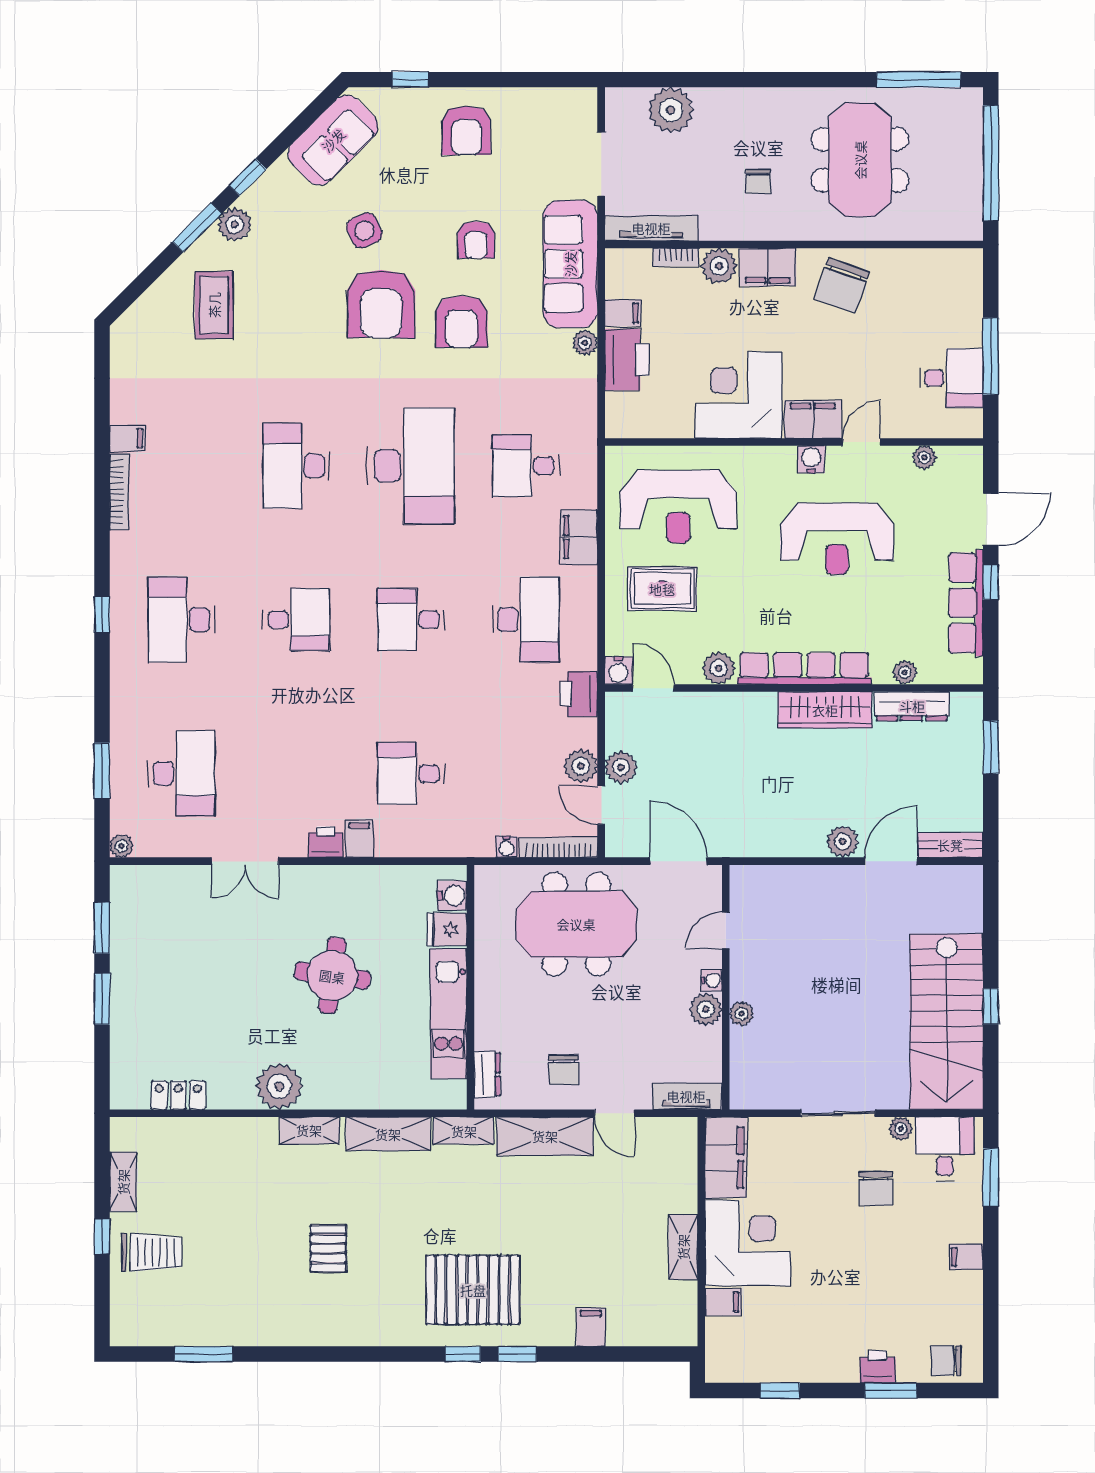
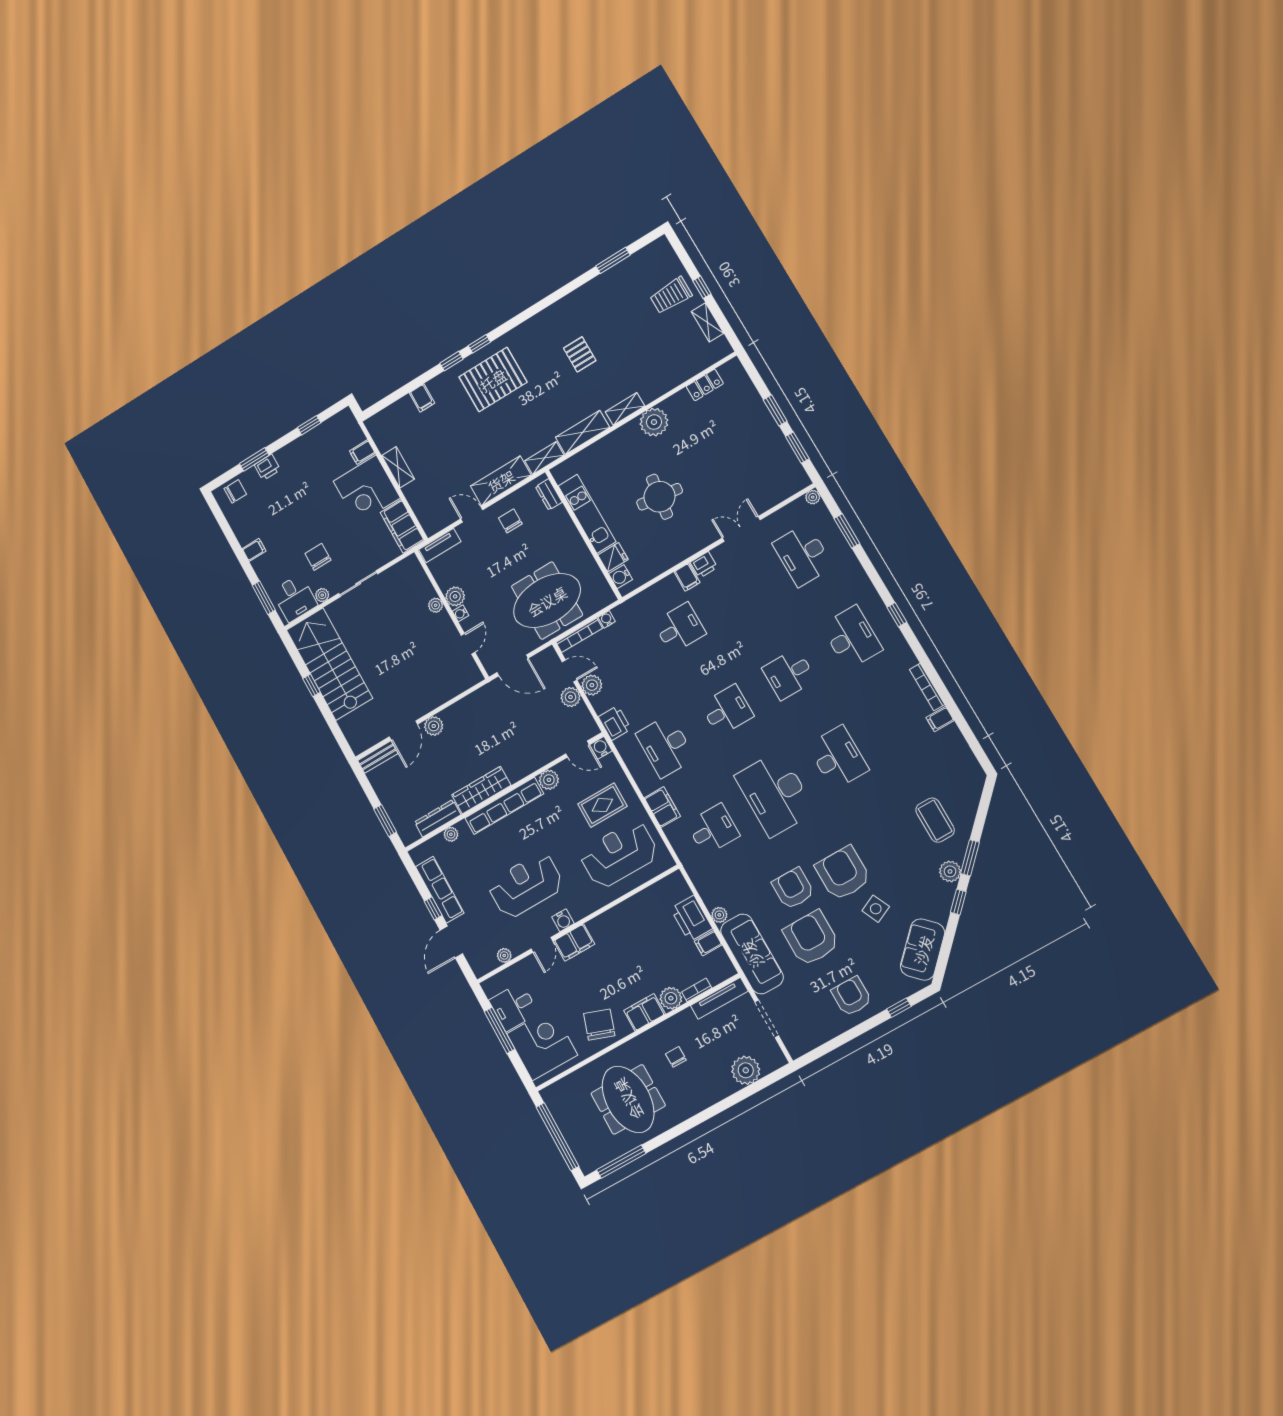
armchair: (476, 240) -> (811, 938), width x1.88, depth x1.88
corner desk: (739, 395) -> (542, 1044), moved, turned -90

